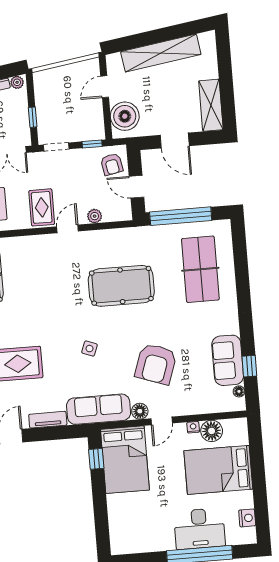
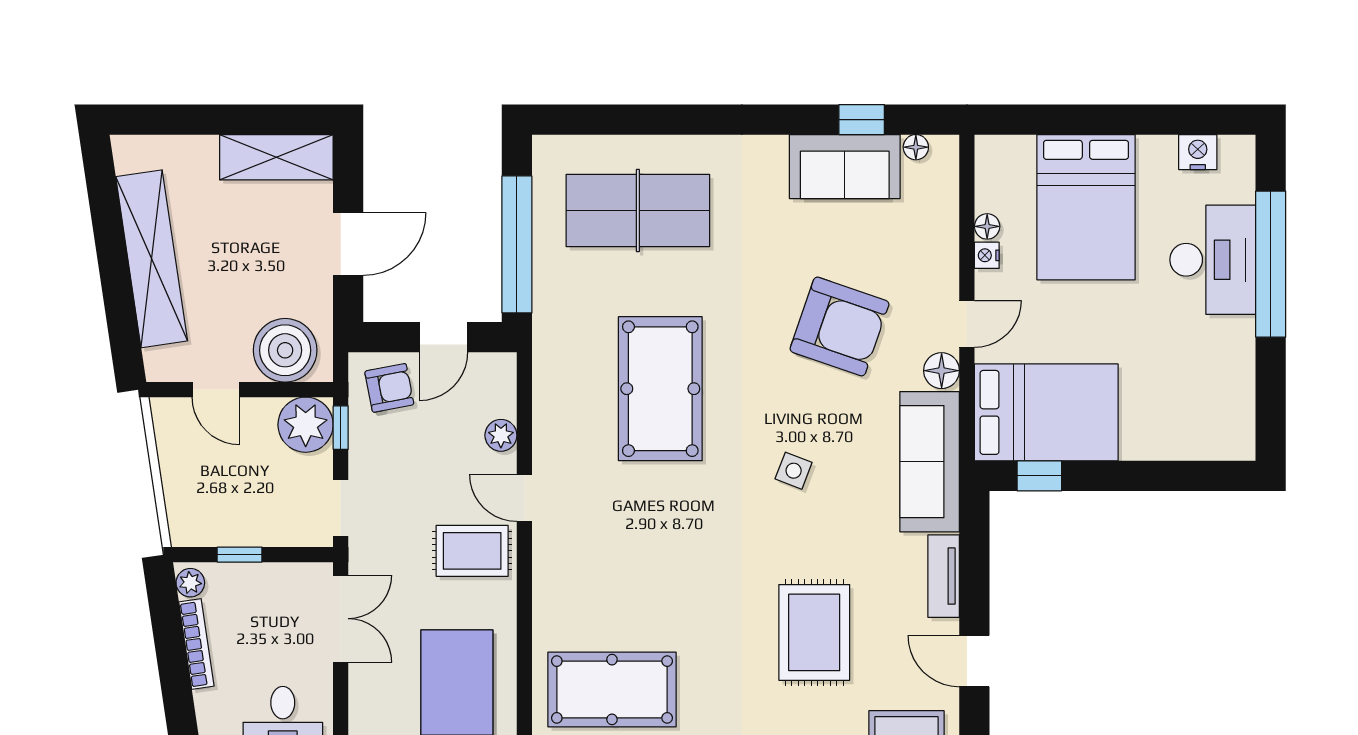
window: (33, 117) -> (240, 555), moved
plant: (92, 128) -> (306, 425), added
door: (162, 421) -> (967, 324), hinge flipped
floor lamp: (212, 431) -> (987, 226), width x0.53, depth x0.53

